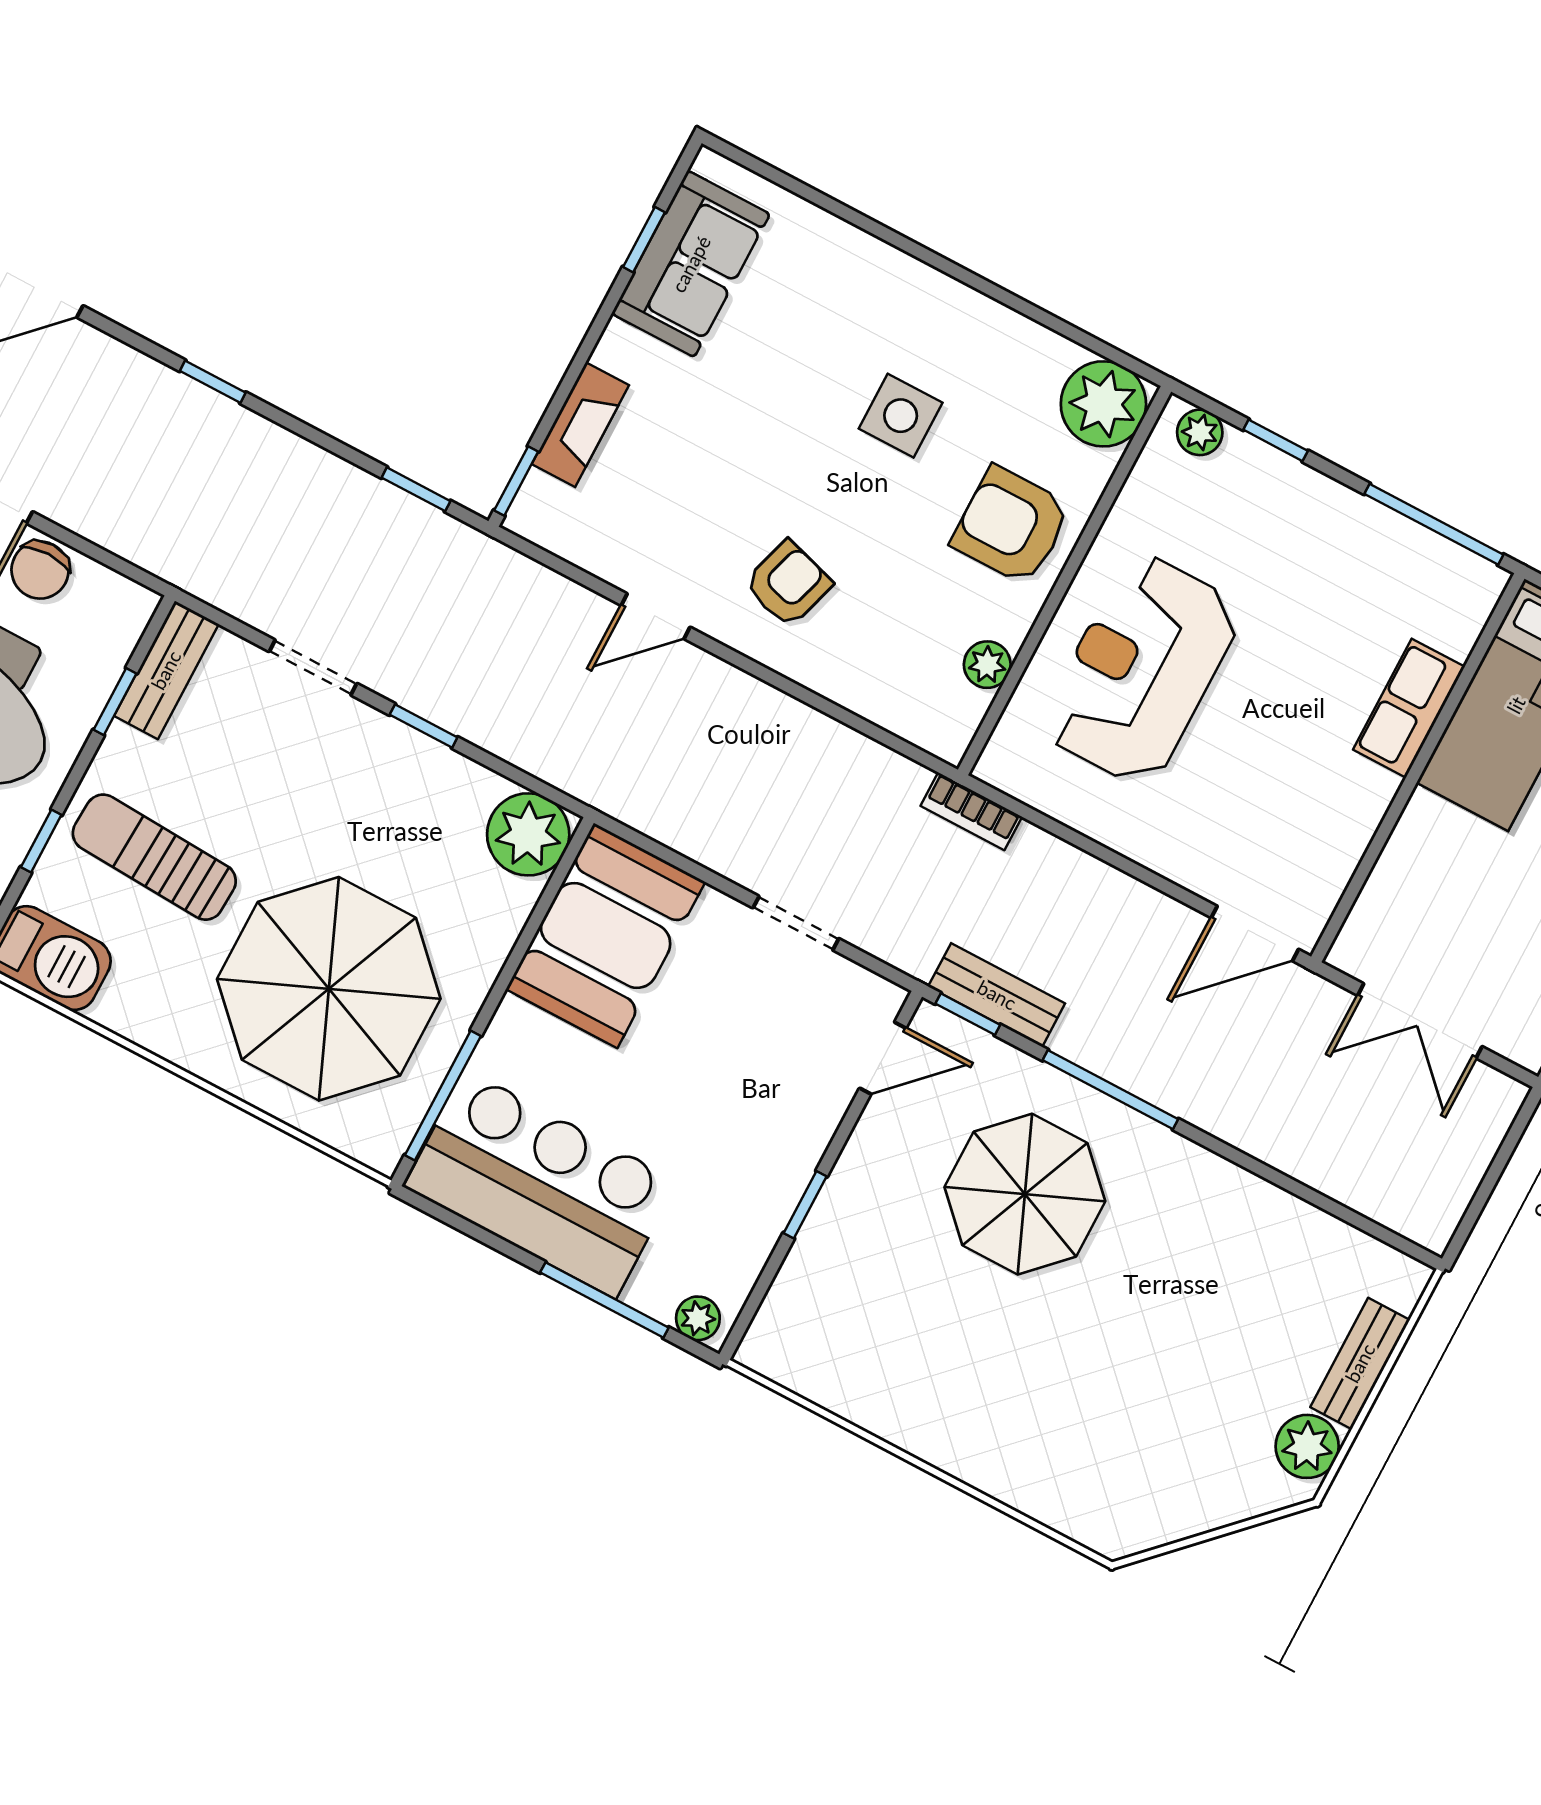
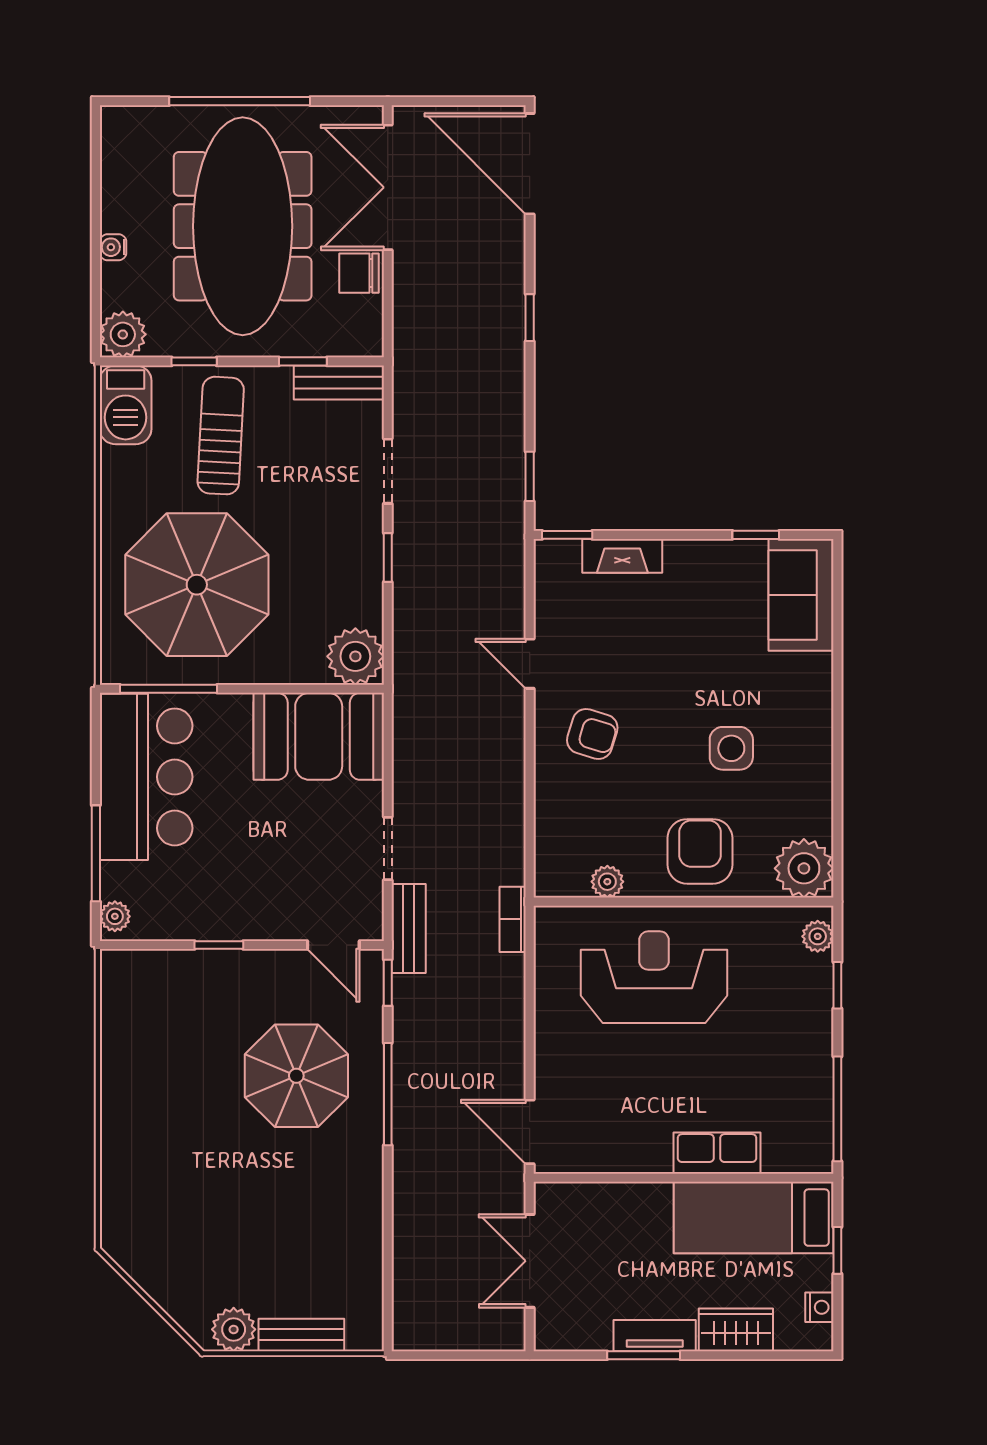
sofa: (691, 264) -> (801, 595), moved, turned 90
bench: (997, 995) -> (409, 929), moved

